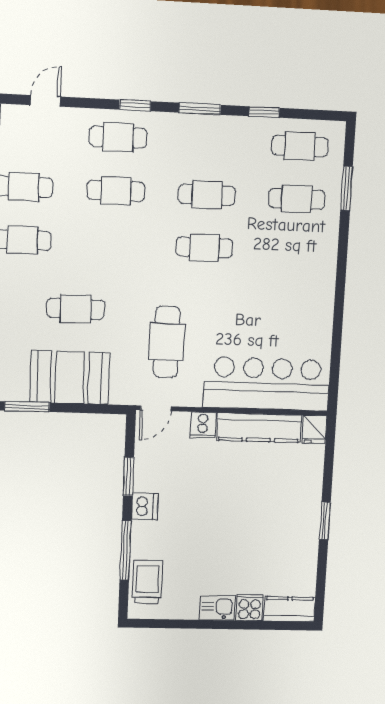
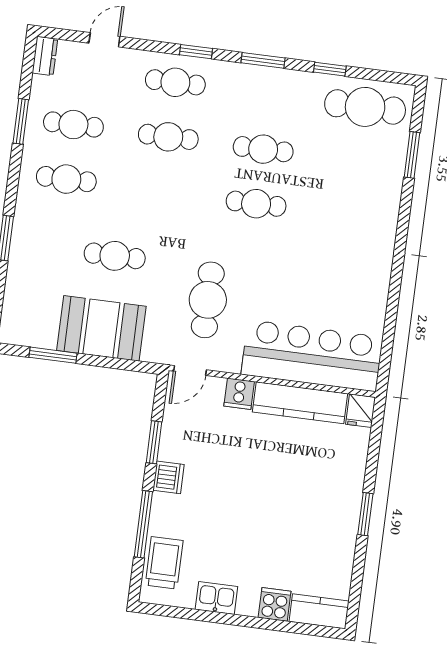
cafe table: (300, 146) -> (365, 107), width x1.37, depth x1.35
cafe table: (297, 199) -> (358, 161), removed
kitchen sink: (217, 608) -> (216, 598), moved

